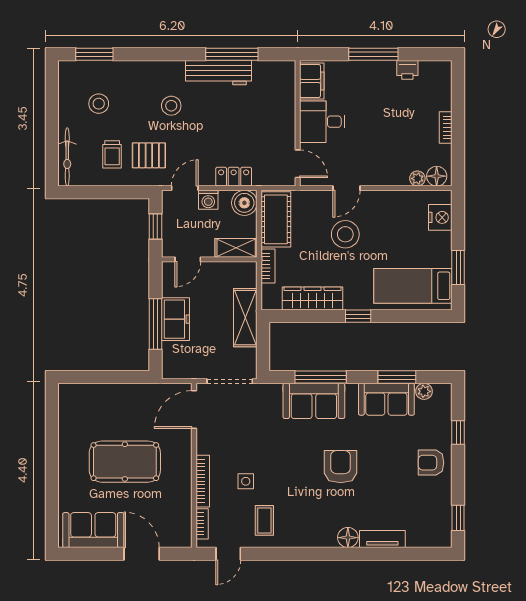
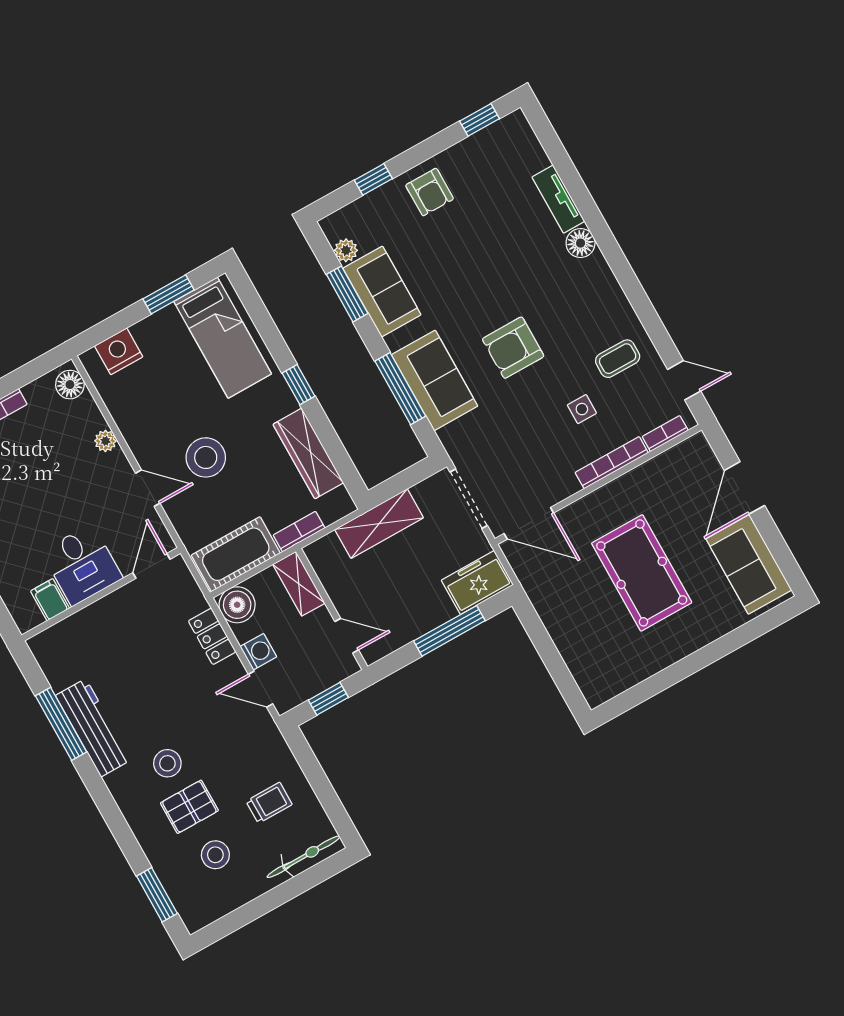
filing cabinet: (312, 81) -> (50, 600), width x0.50
pallet: (149, 155) -> (189, 807), moved, turned 90
plant: (417, 179) -> (105, 441), moved
freezer: (175, 319) -> (477, 582), moved
armchair: (341, 467) -> (513, 348), moved

